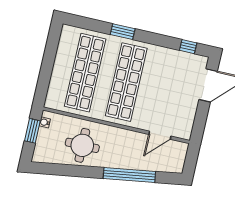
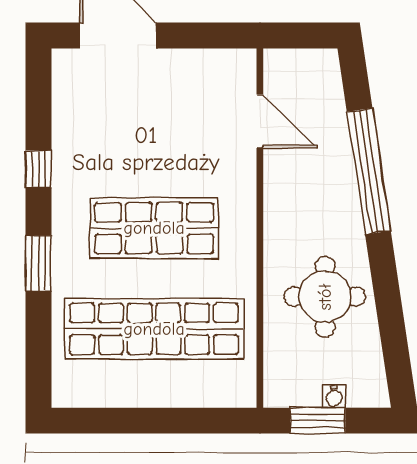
window: (188, 47) -> (38, 169), moved
shop shelf: (126, 82) -> (154, 228), width x0.71
water cooler: (45, 122) -> (334, 396), moved

